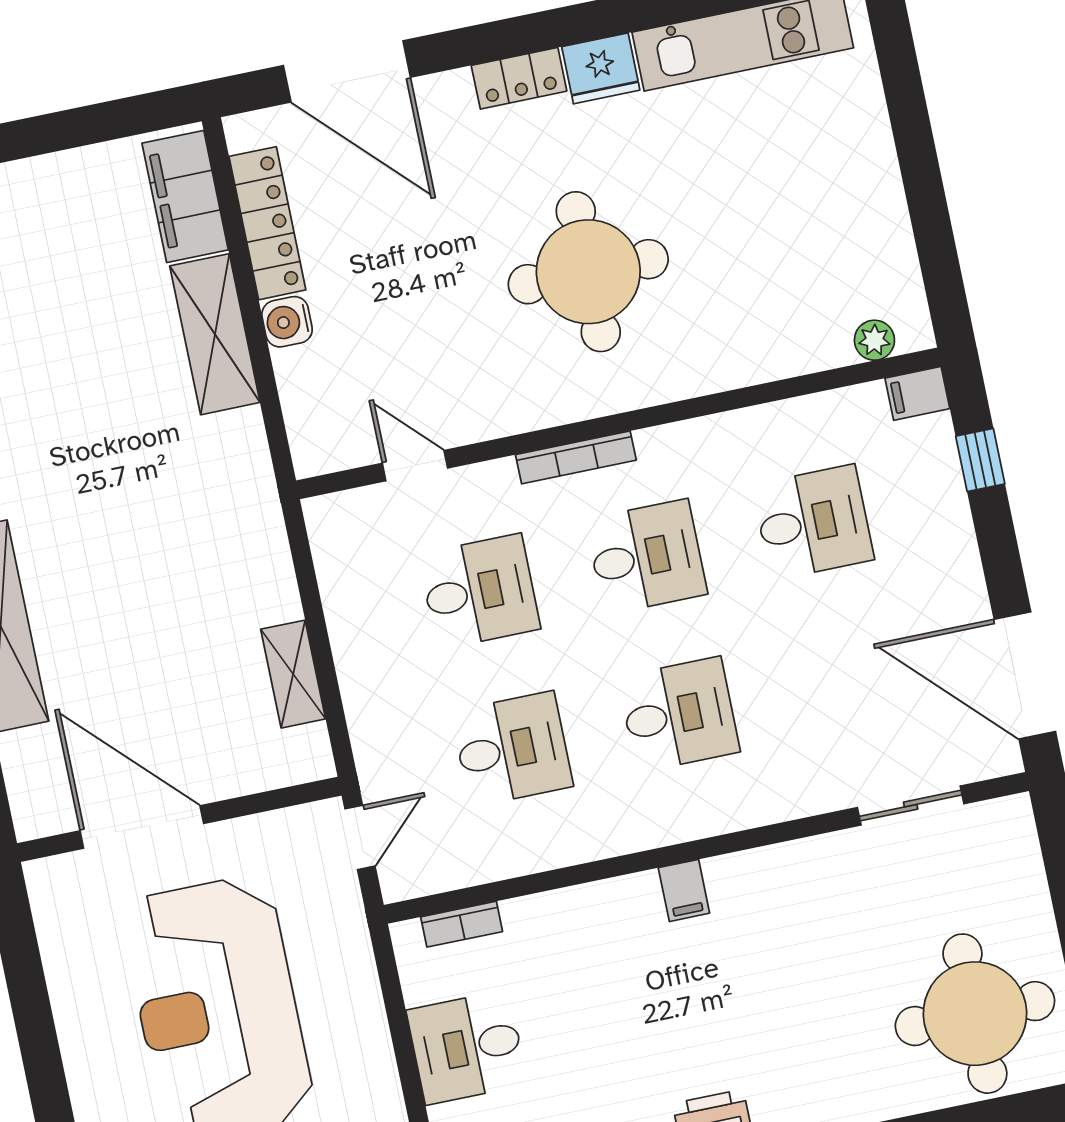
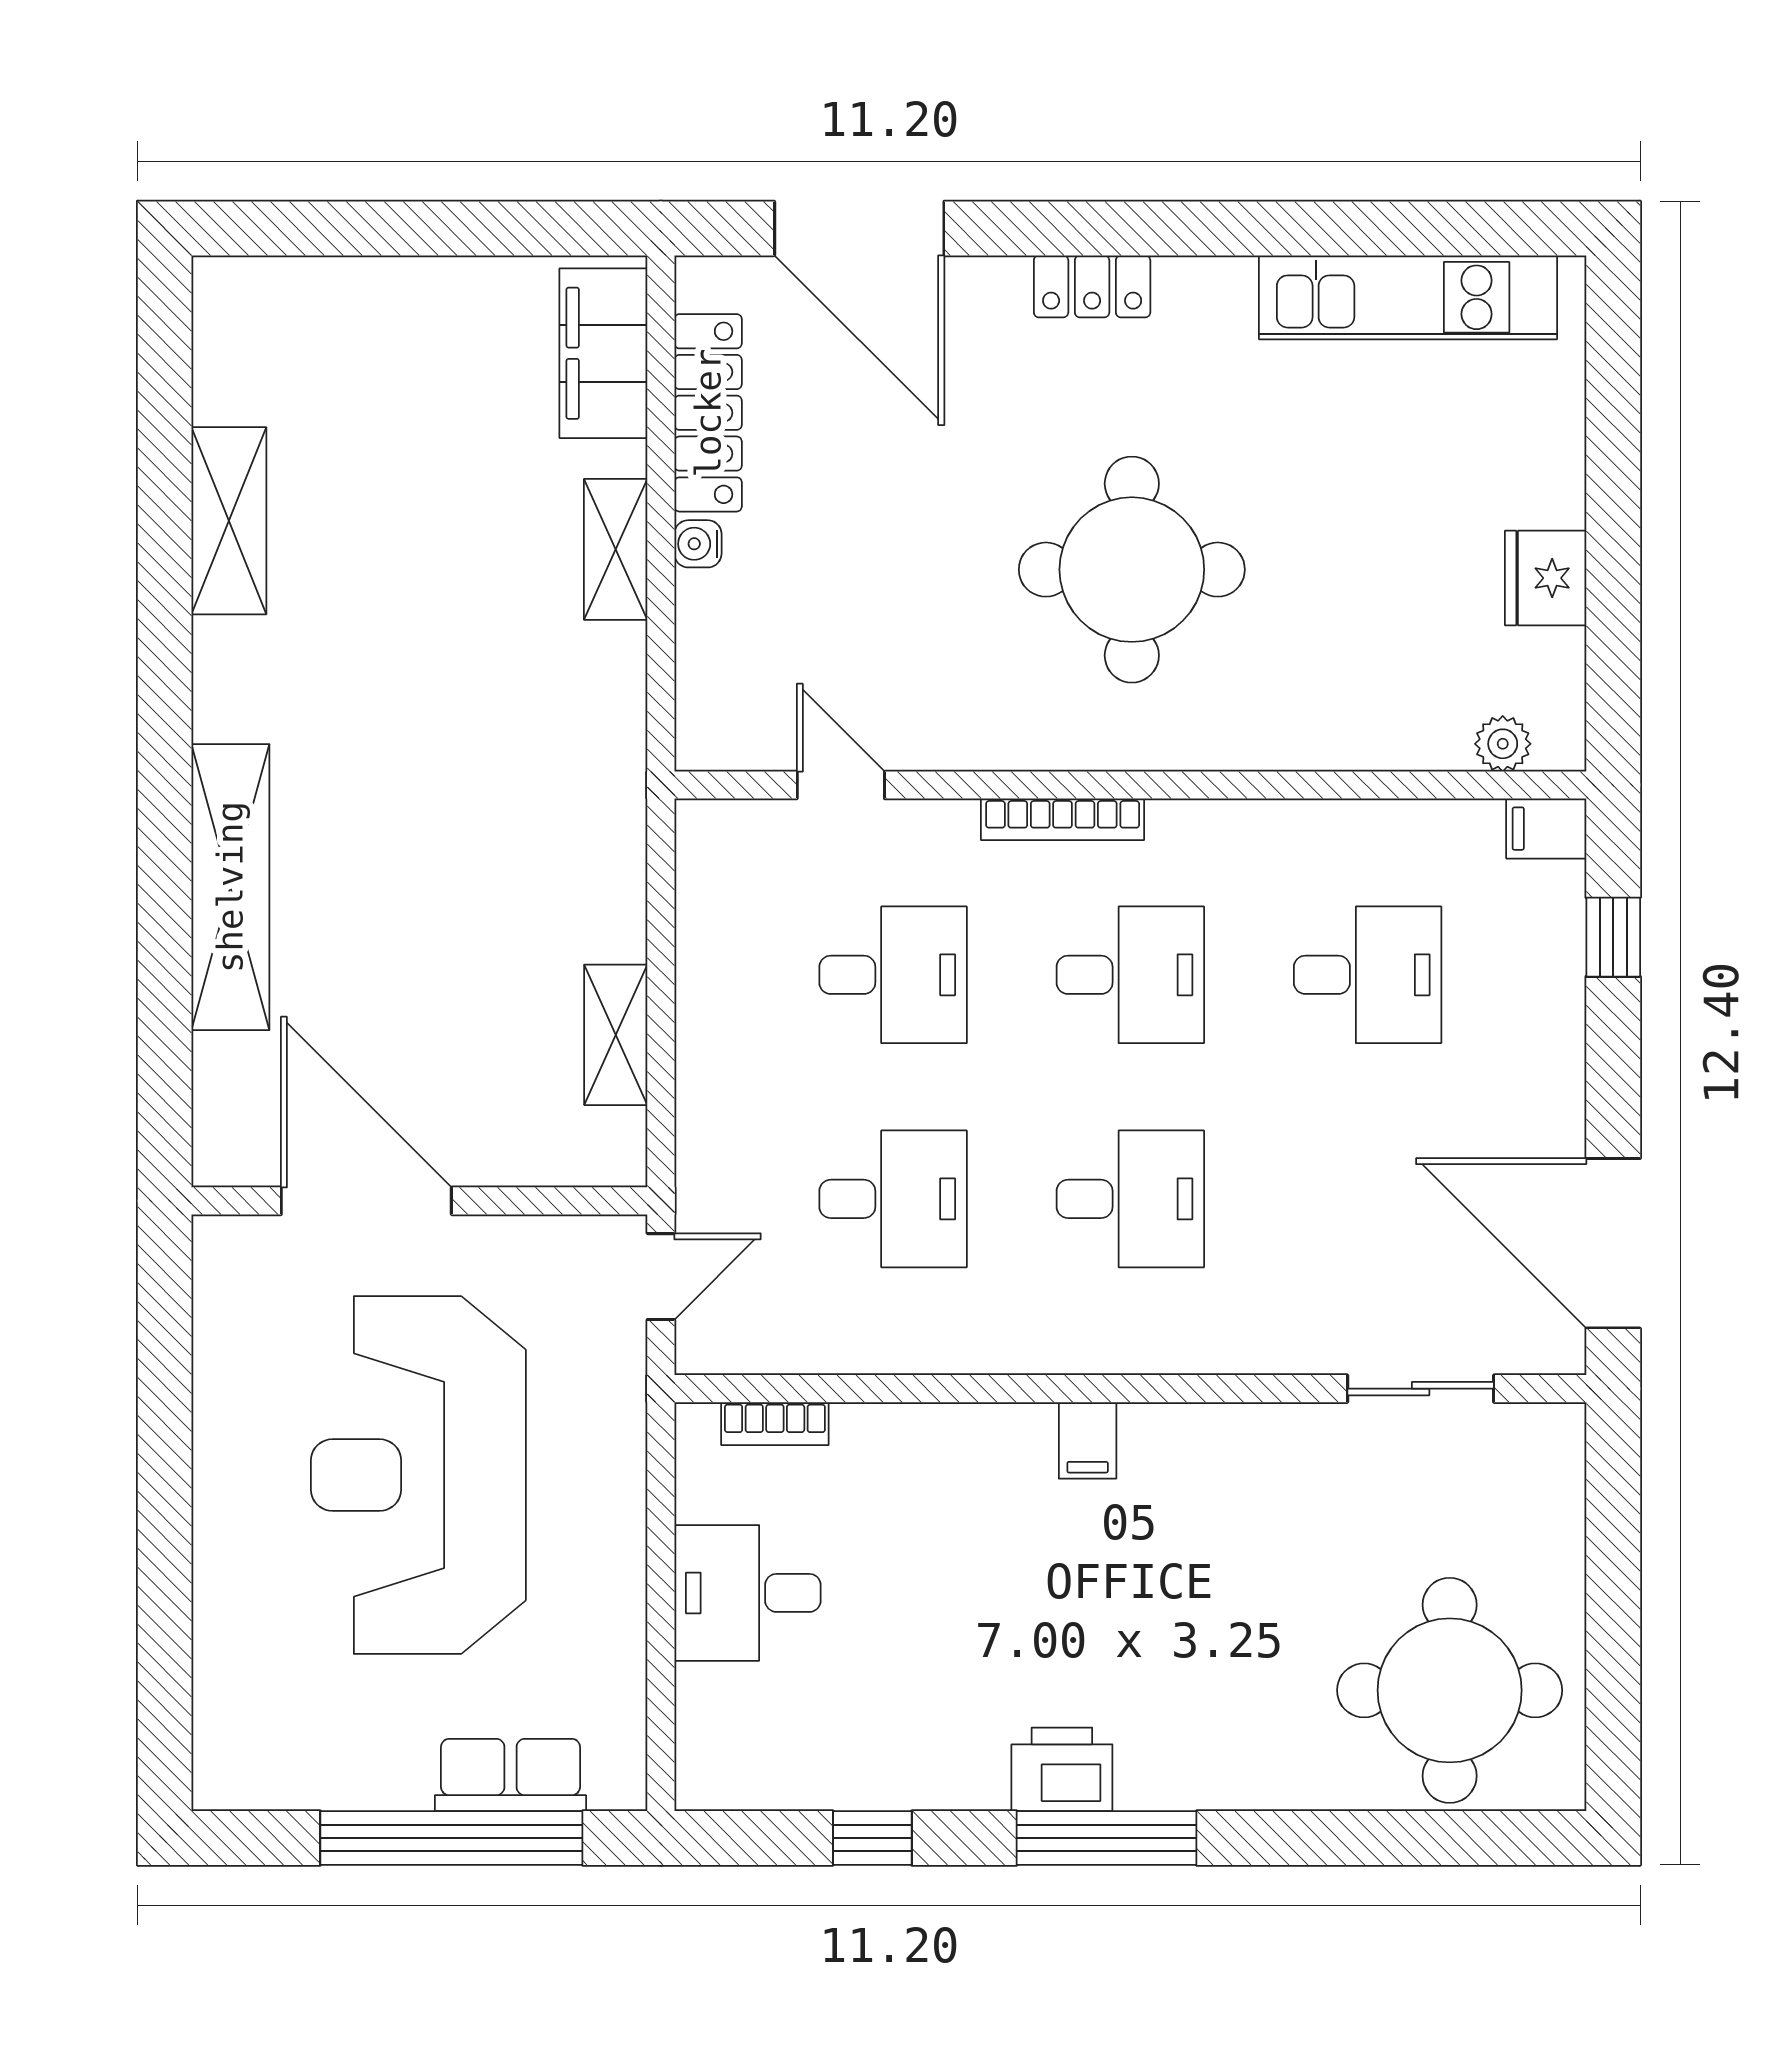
fridge: (601, 68) -> (1546, 578), moved, turned 90
water cooler: (287, 322) -> (698, 544), width x0.72, depth x0.72
shelving: (215, 334) -> (616, 549), width x0.67, depth x0.75

